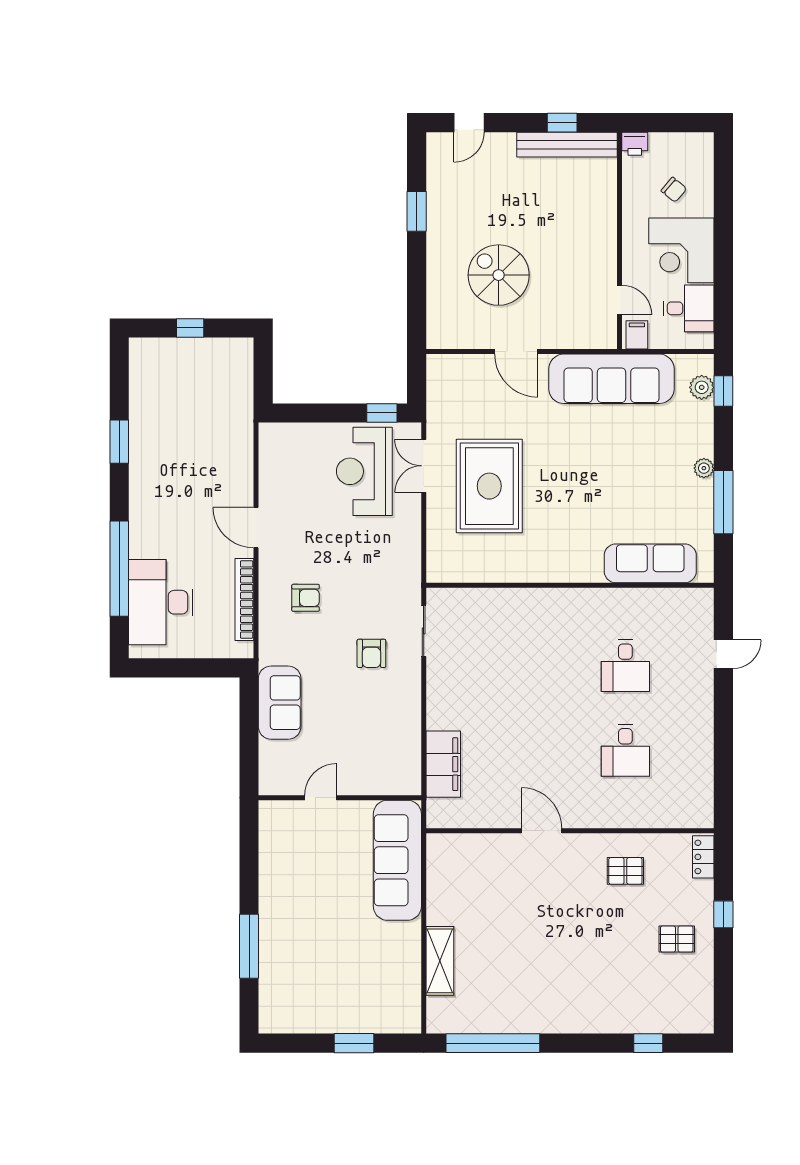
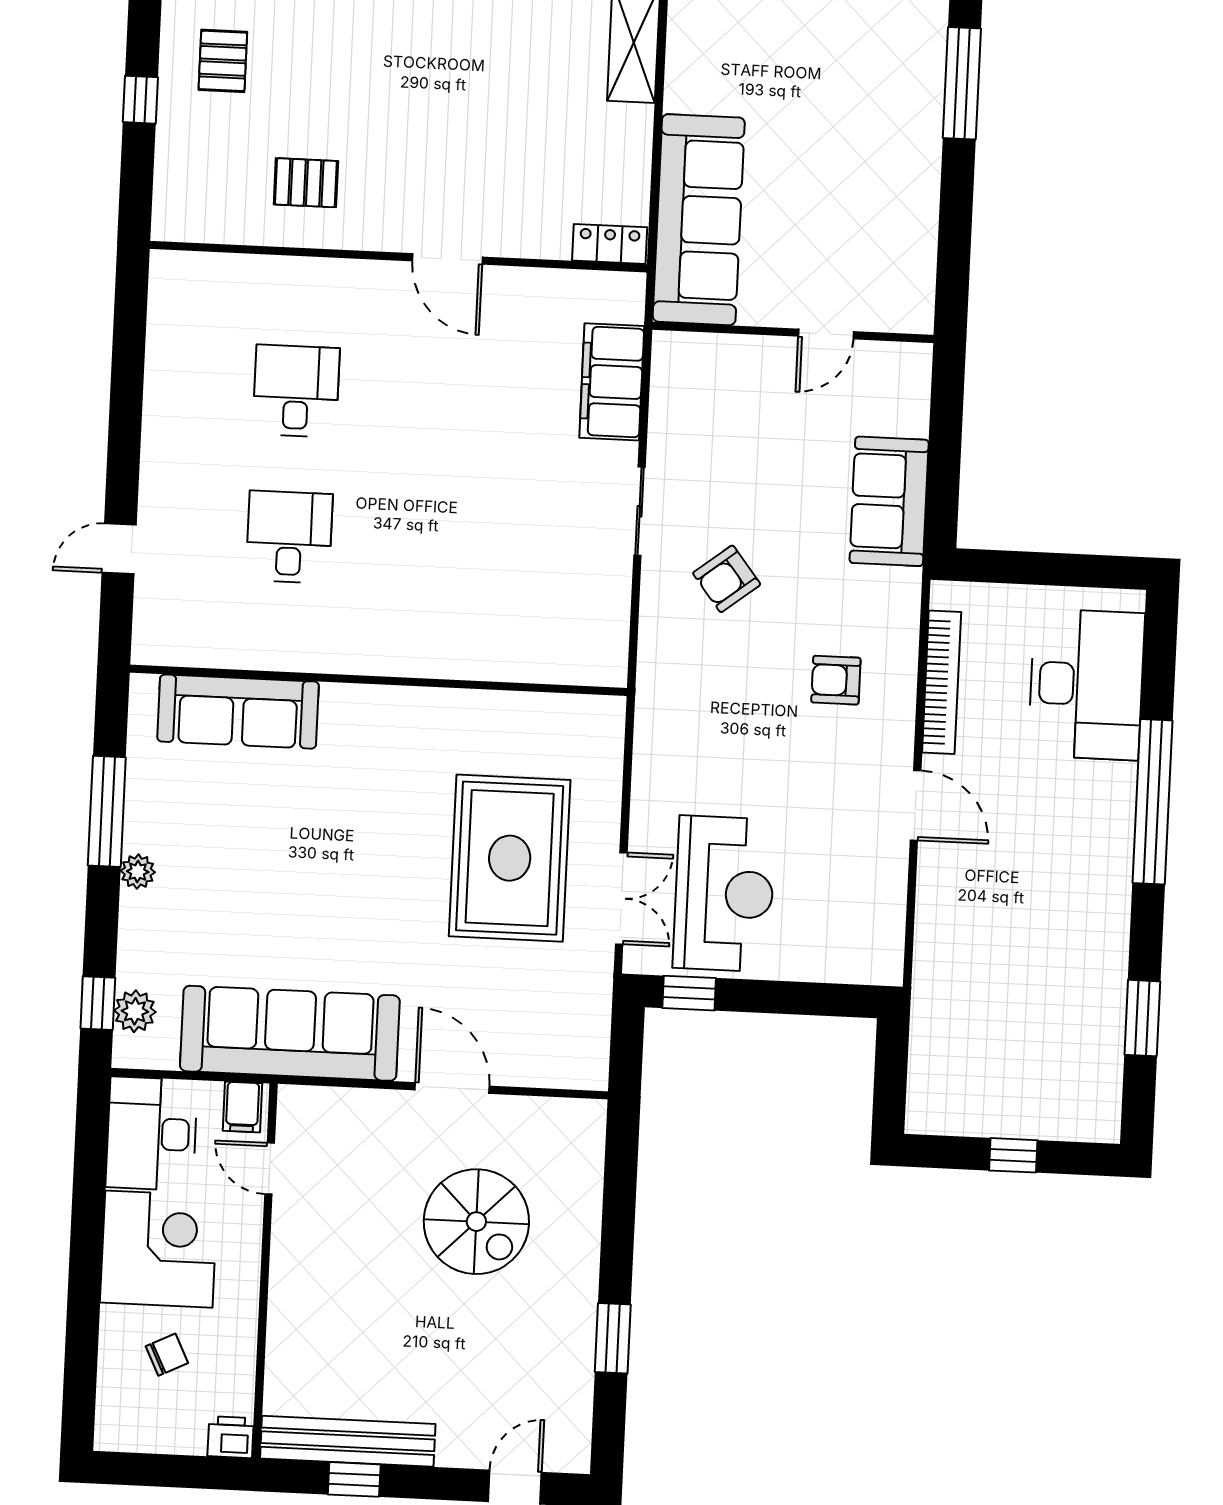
chair: (674, 190) -> (167, 1355), turned 114
desk: (689, 308) -> (152, 1134), width x1.37
window: (119, 442) -> (1142, 1018), moved
window: (119, 569) -> (1153, 802), moved
sliding door: (424, 631) -> (640, 511), moved
armchair: (371, 653) -> (727, 579), turned -128
locker: (703, 857) -> (610, 244), moved, turned -90
pallet: (677, 939) -> (223, 61), turned 90

